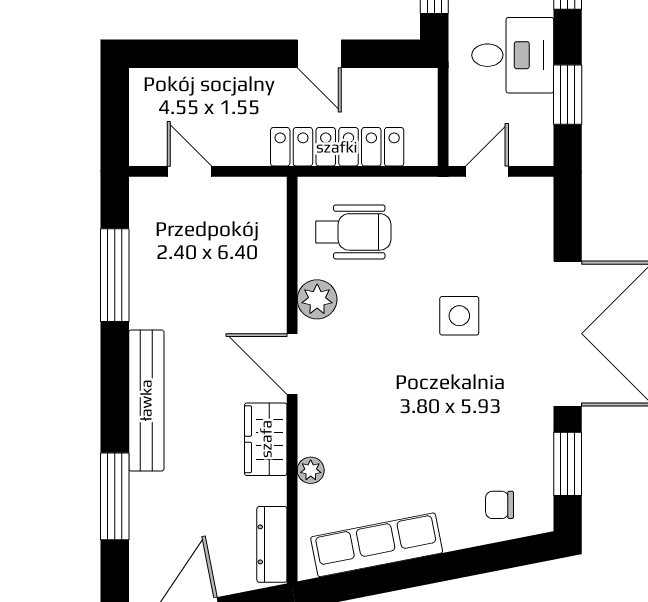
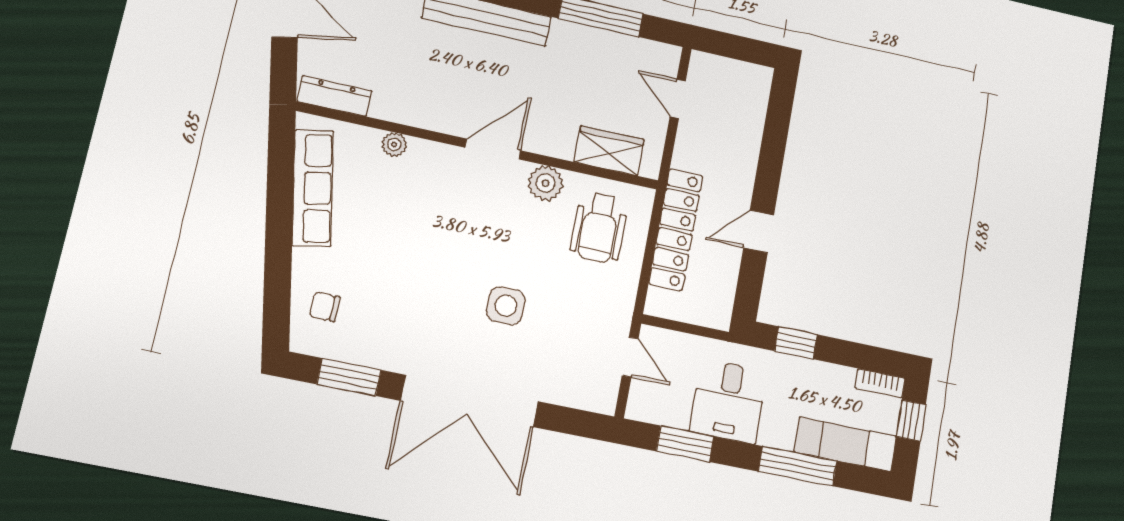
door: (189, 171) -> (678, 99), swing flipped
wardrobe: (266, 439) -> (609, 151), moved
chair: (500, 505) -> (325, 307), turned -89

